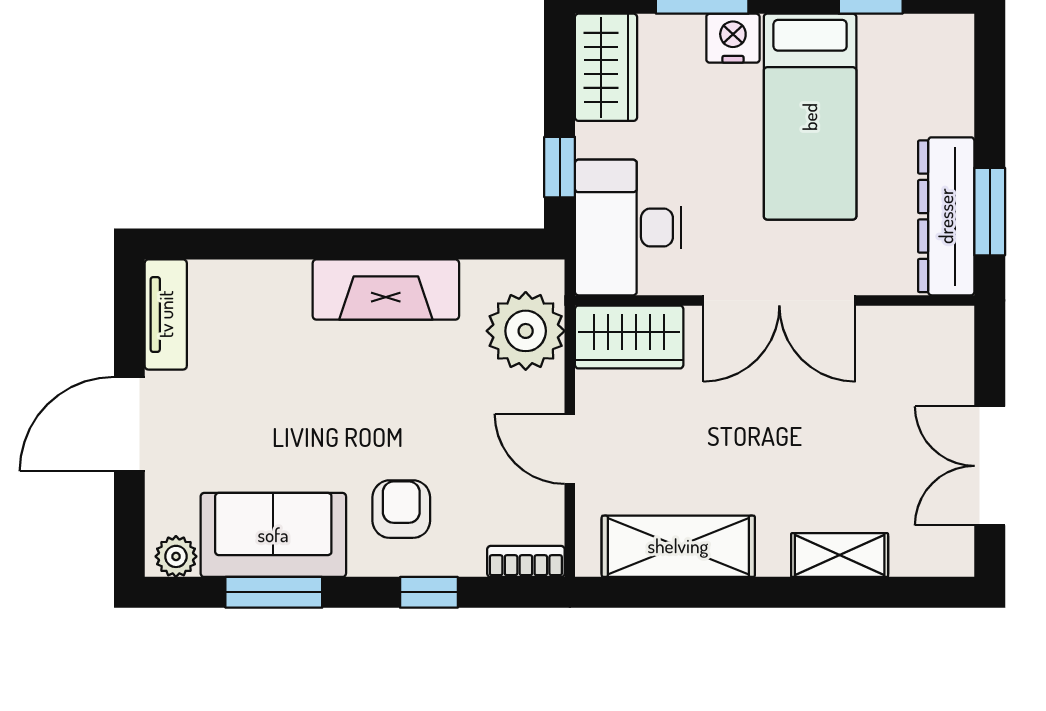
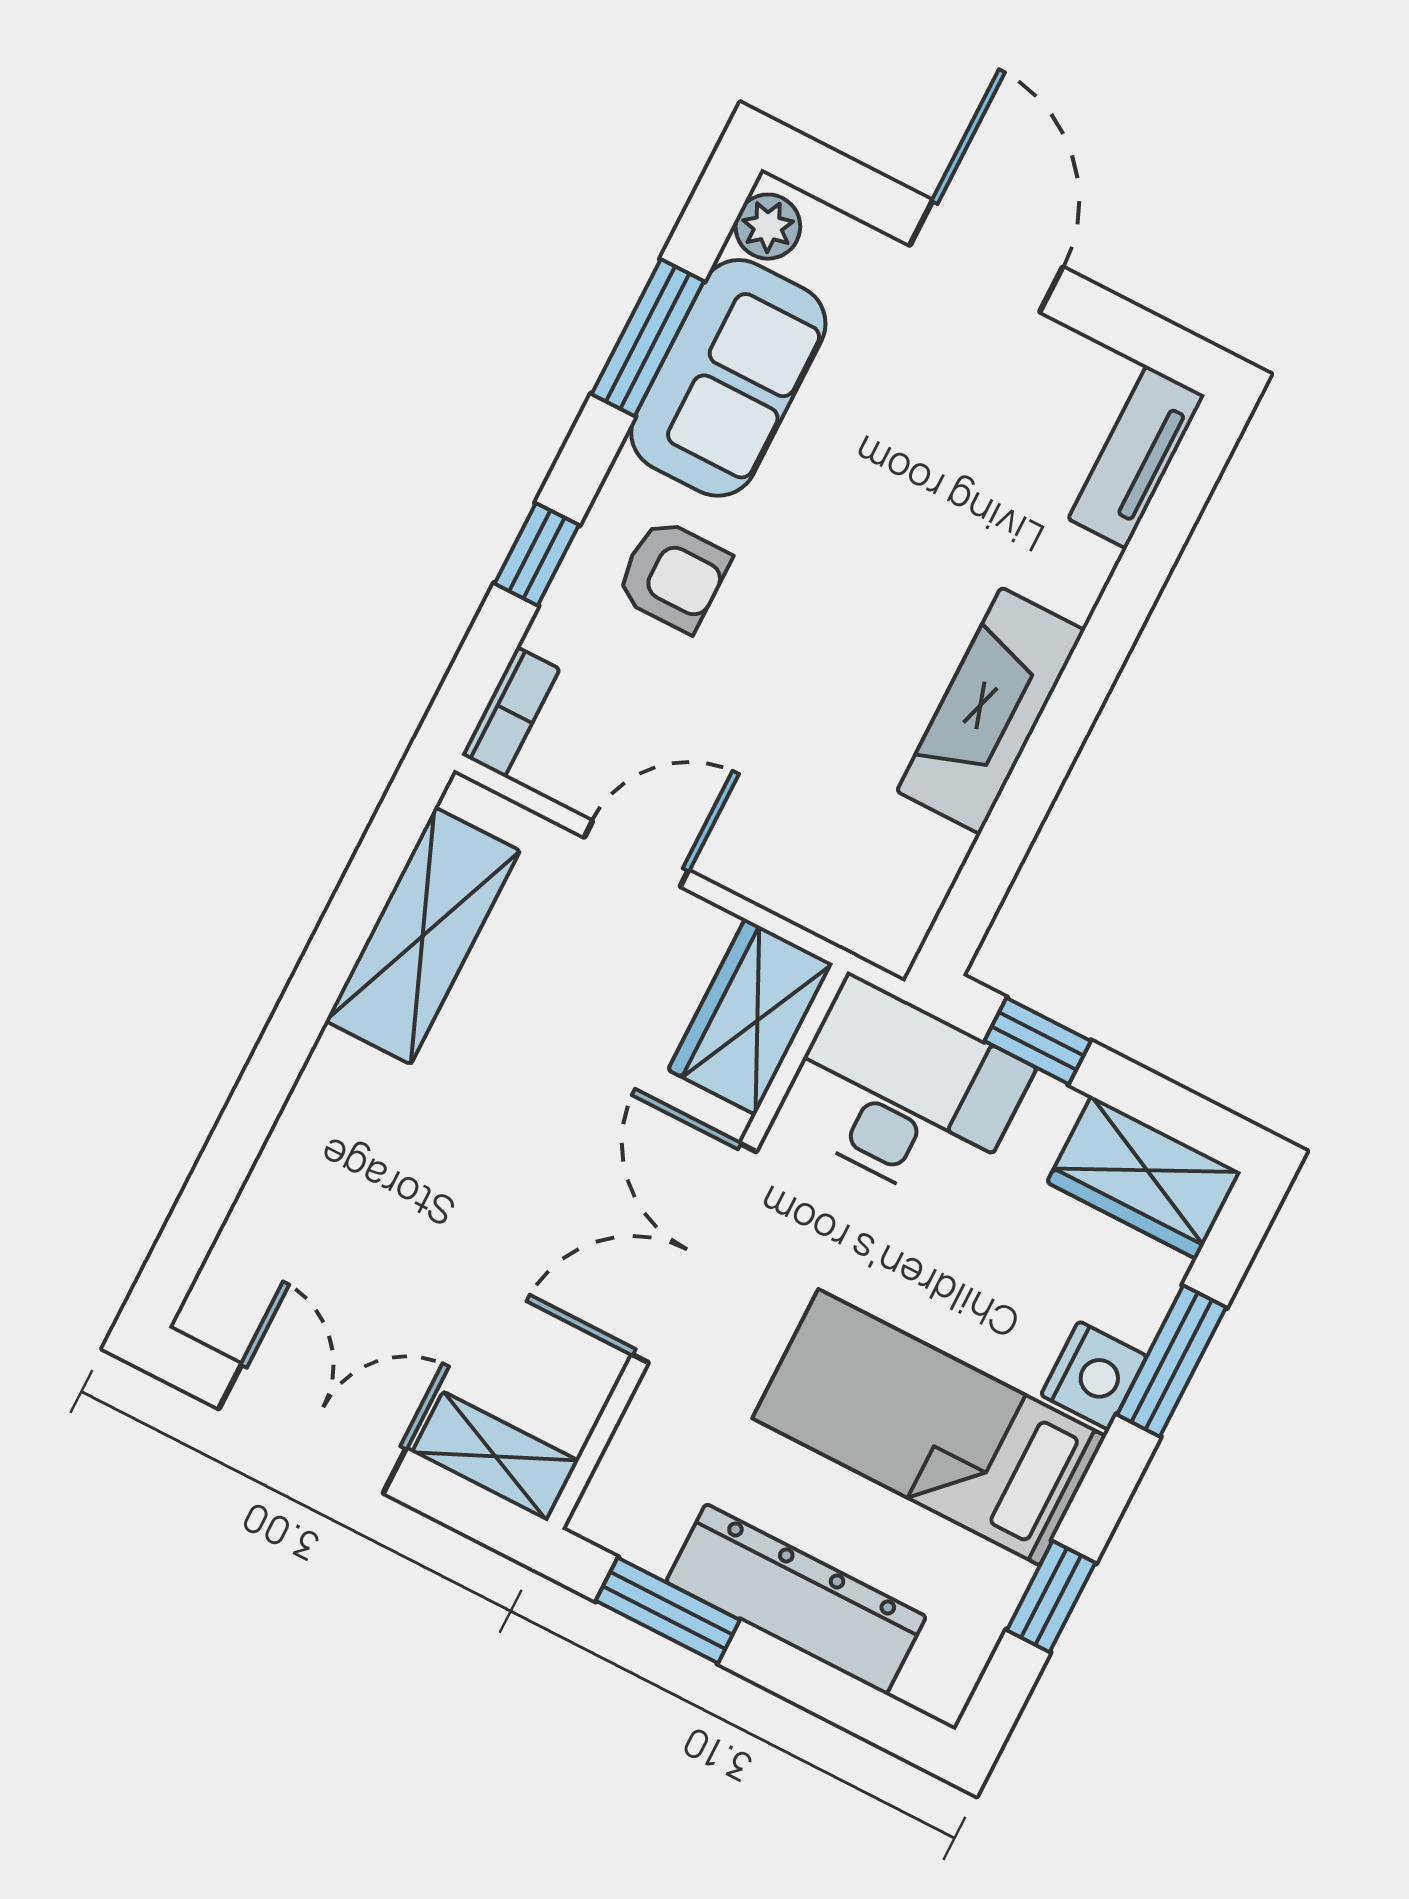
dresser: (946, 216) -> (796, 1599), moved
tv unit: (166, 314) -> (1137, 457), moved, turned 90
plant: (526, 331) -> (833, 876), removed
shelving: (840, 555) -> (495, 1456), moved, turned 90

